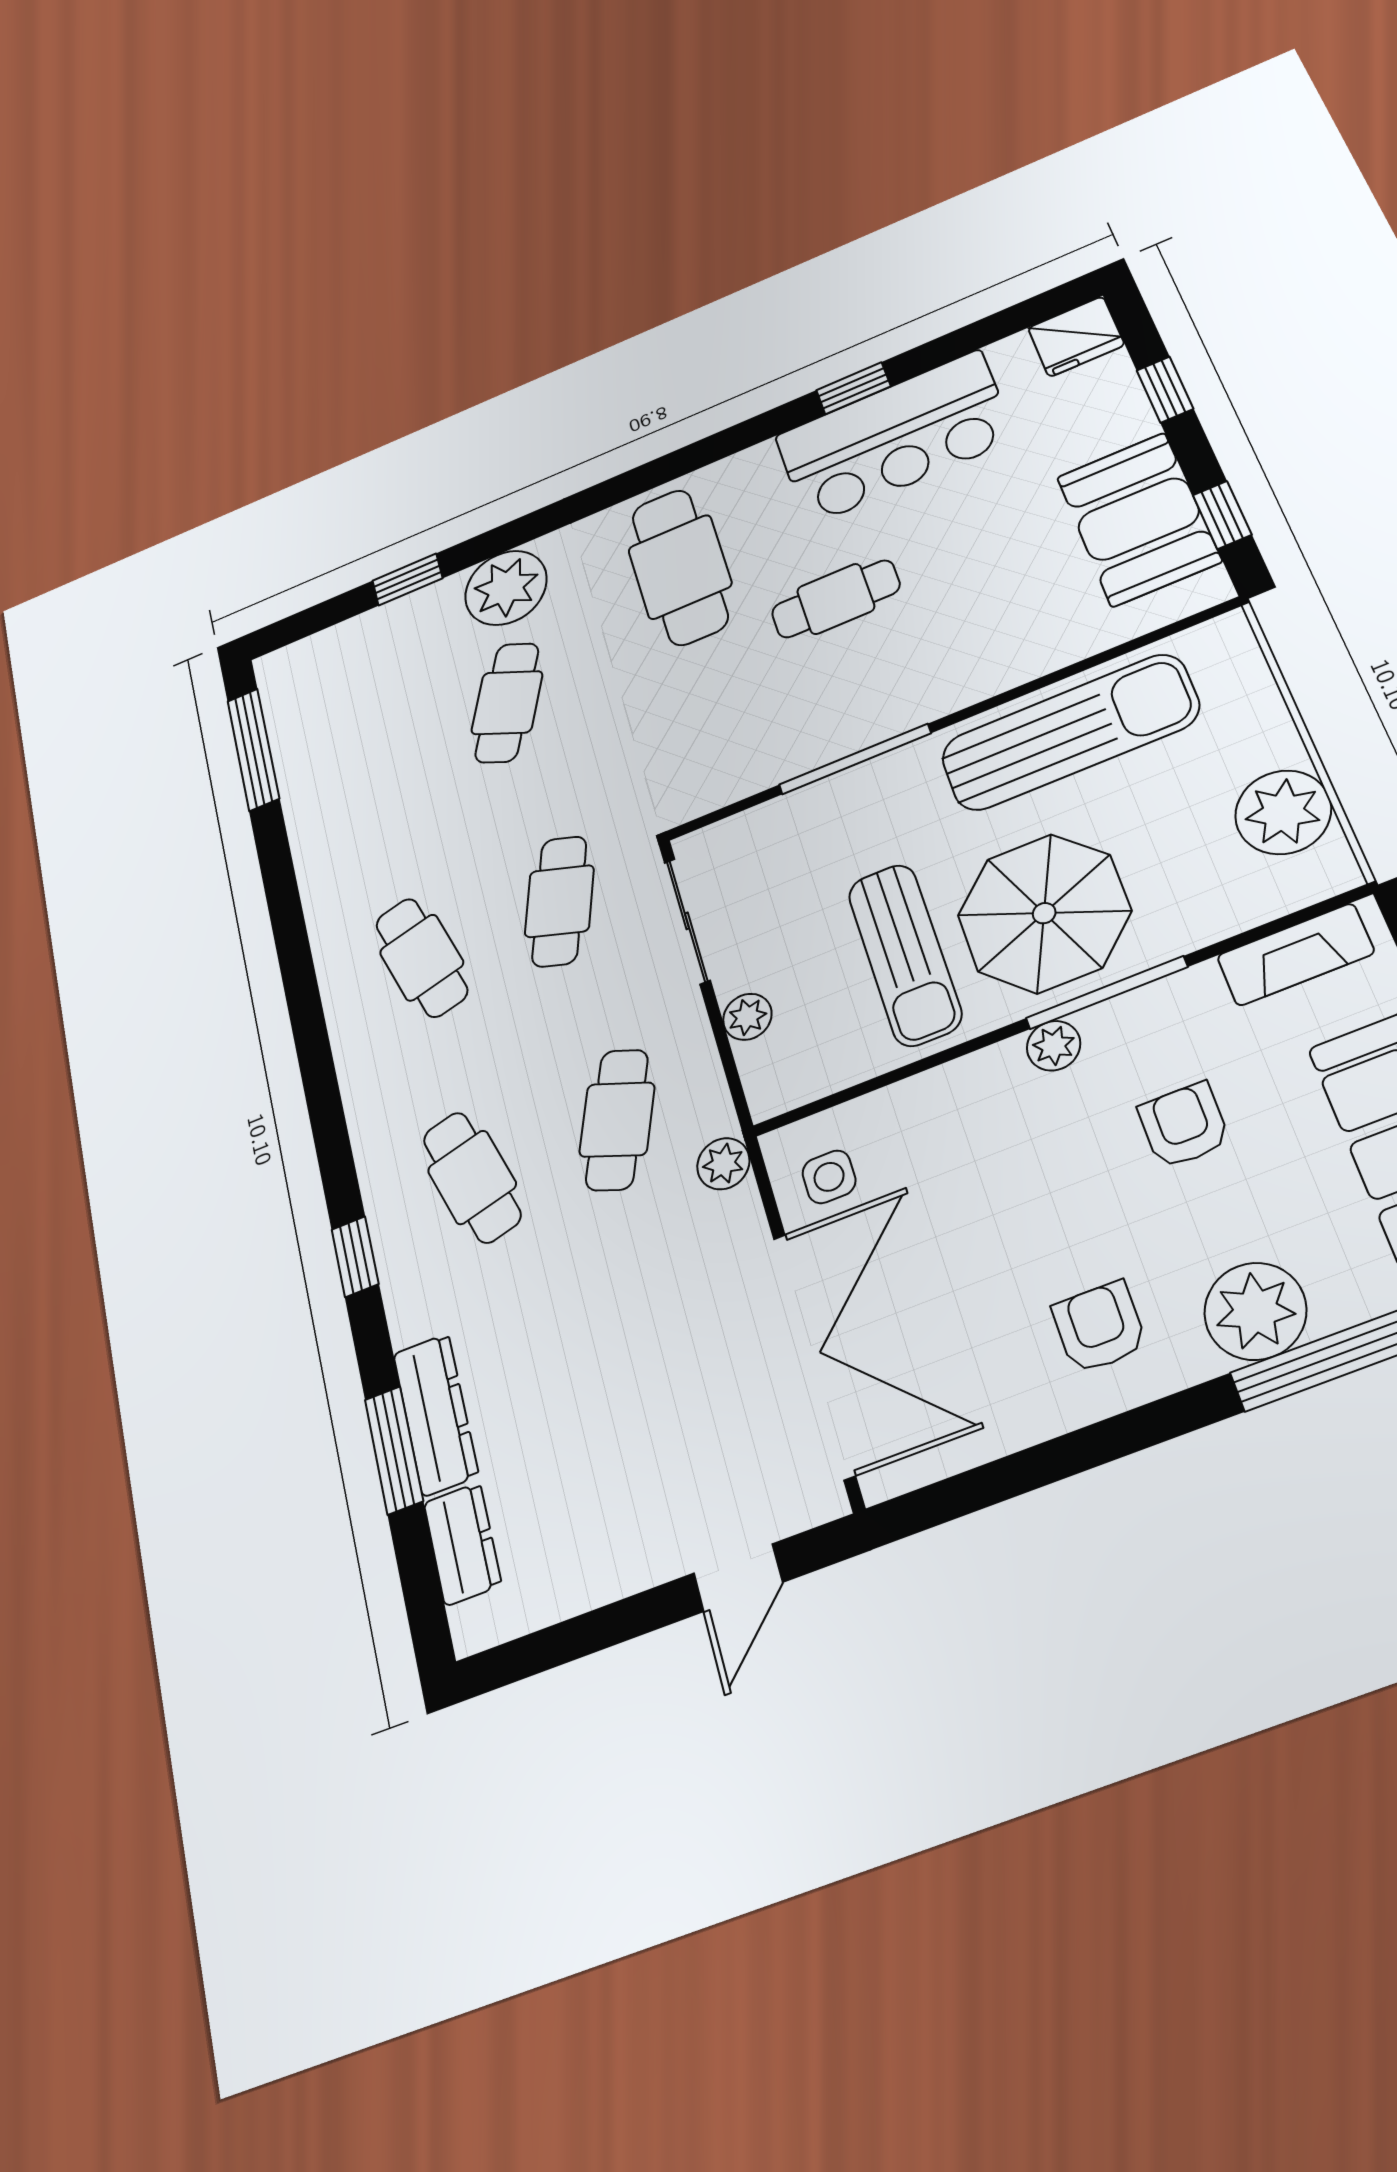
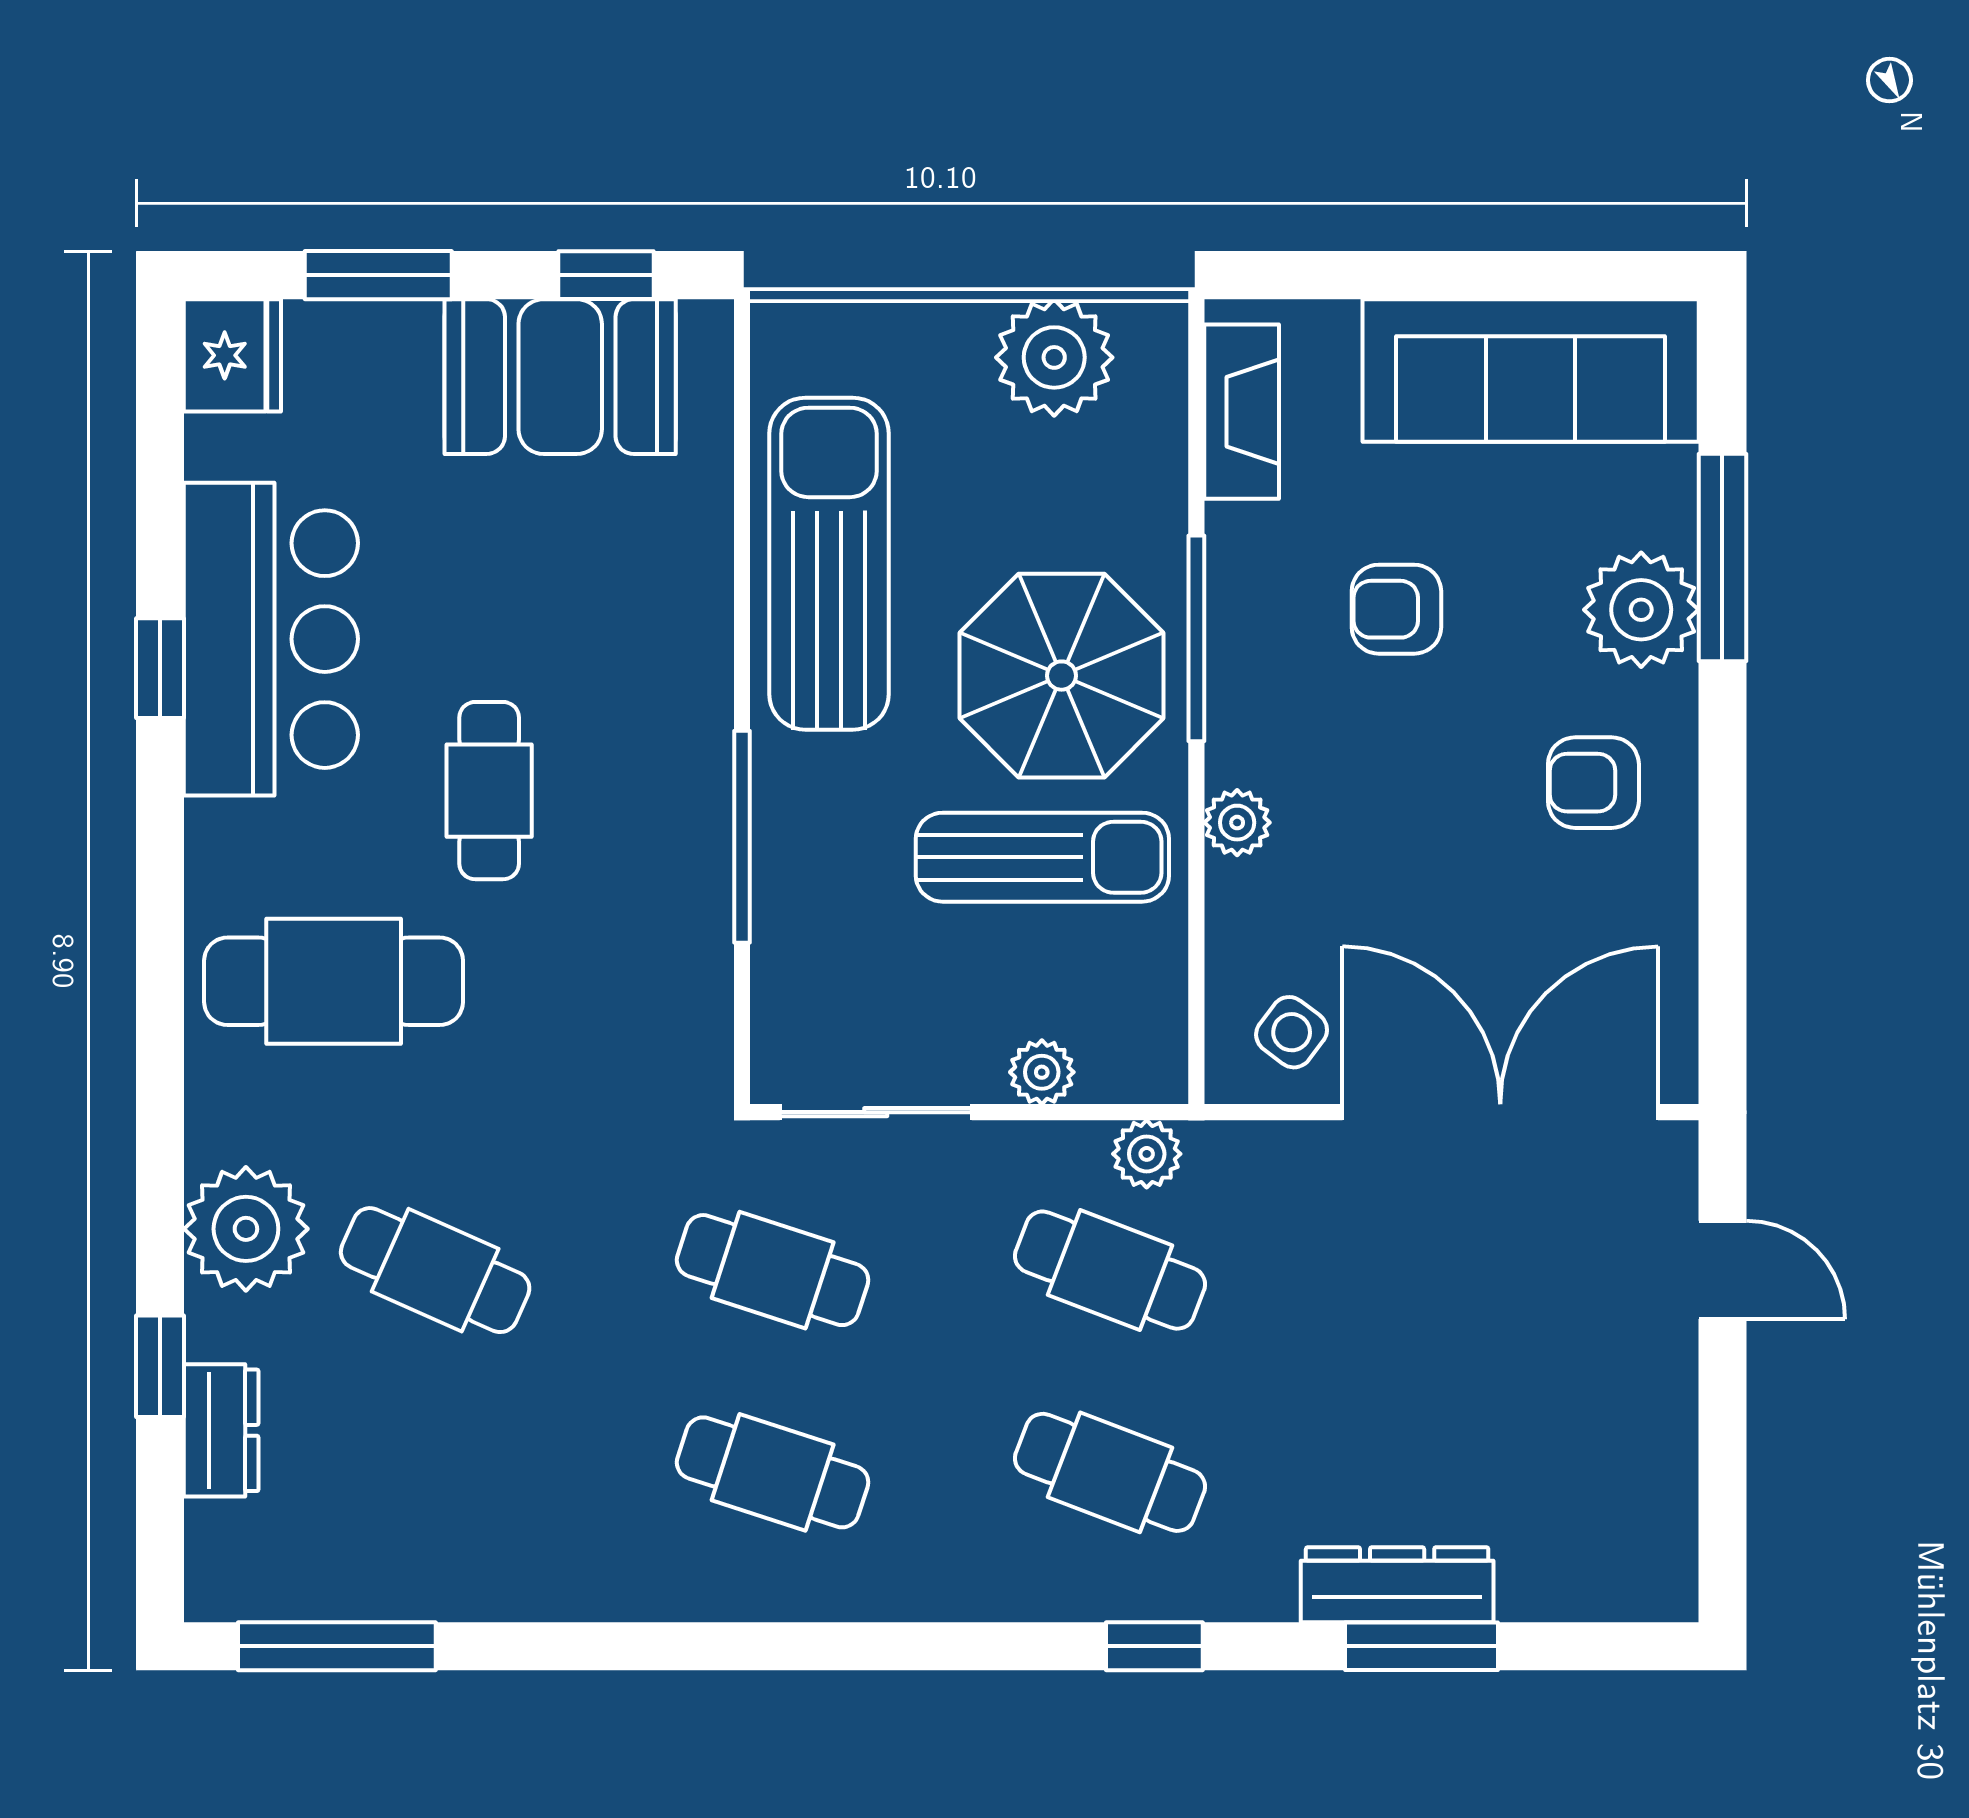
window: (1165, 390) -> (378, 275), width x1.50
cafe table: (422, 958) -> (773, 1472), turned 33
plant: (1054, 1046) -> (1237, 823), moved
plant: (723, 1164) -> (1147, 1154), moved
cafe table: (472, 1177) -> (1110, 1472), turned 36
side table: (829, 1177) -> (1292, 1032), turned 37
dresser: (463, 1544) -> (221, 1430), moved, turned 90

